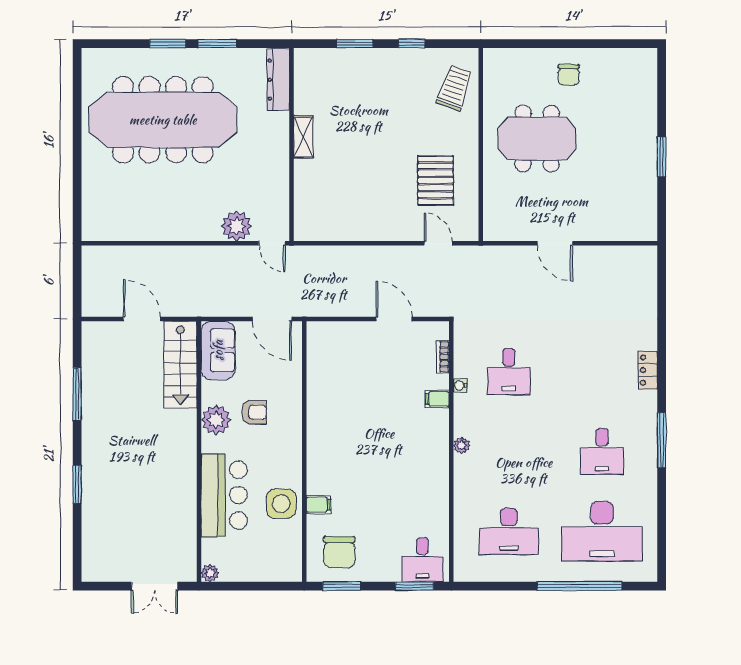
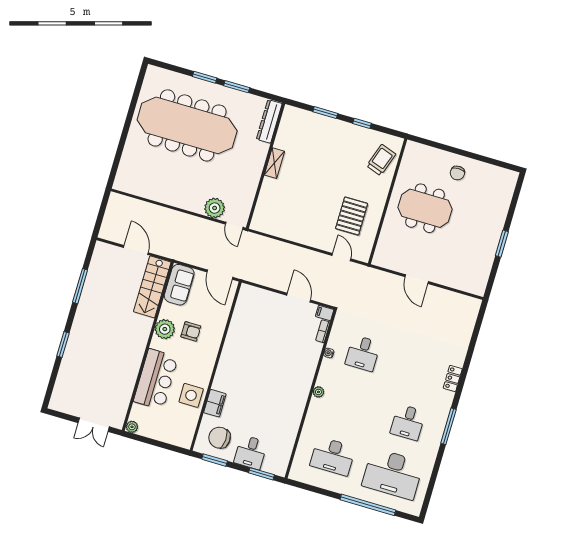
filing cabinet: (437, 399) -> (325, 313), moved
filing cabinet: (318, 505) -> (215, 403), width x2.00
chair: (339, 552) -> (219, 438), turned 93
desk: (422, 560) -> (251, 452), moved

